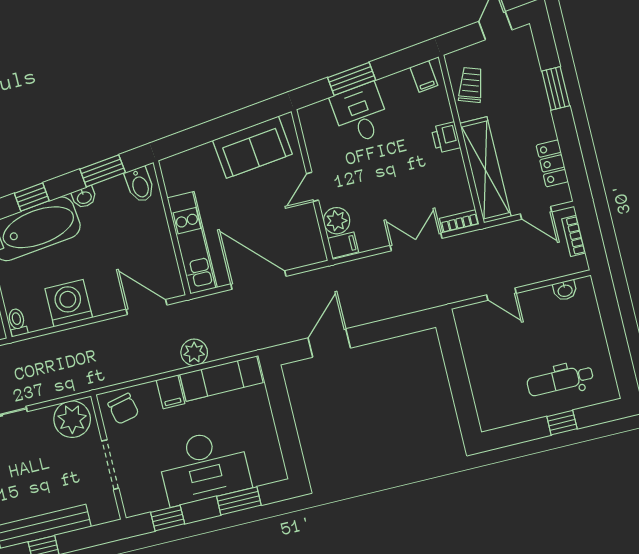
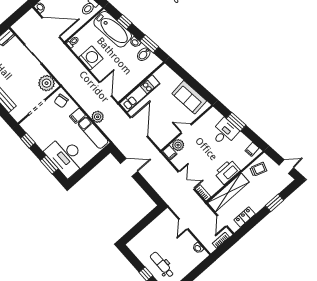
printer: (446, 137) -> (227, 172), width x1.87, depth x1.48
bidet: (140, 185) -> (144, 54), moved
desk: (204, 467) -> (66, 156), moved

